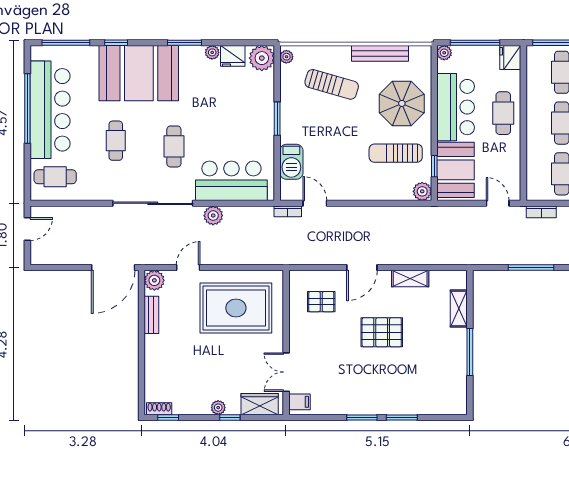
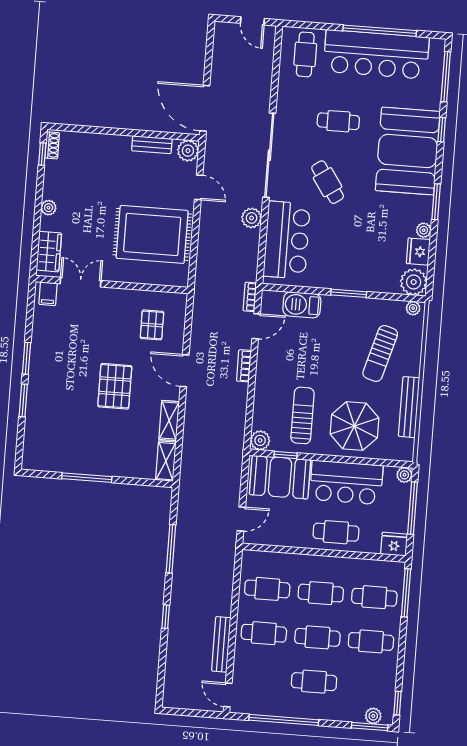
cafe table: (174, 146) -> (328, 182), turned 56
bookcase: (541, 212) -> (244, 366), moved
rug: (236, 308) -> (152, 234), turned 90
shelving: (459, 308) -> (166, 461), moved, turned 90
window: (230, 417) -> (37, 219), removed

